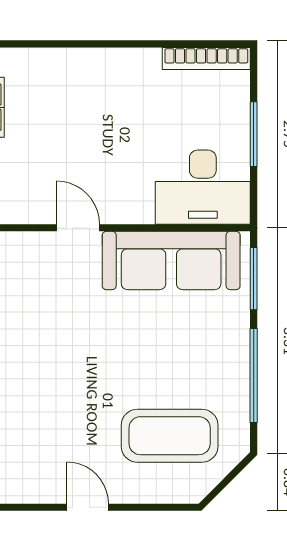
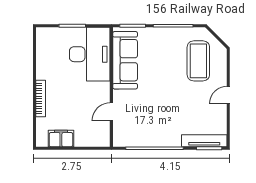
bookcase: (206, 59) -> (41, 99), moved
desk: (203, 187) -> (90, 54), width x1.36, depth x1.30
door: (78, 228) -> (111, 112), moved

